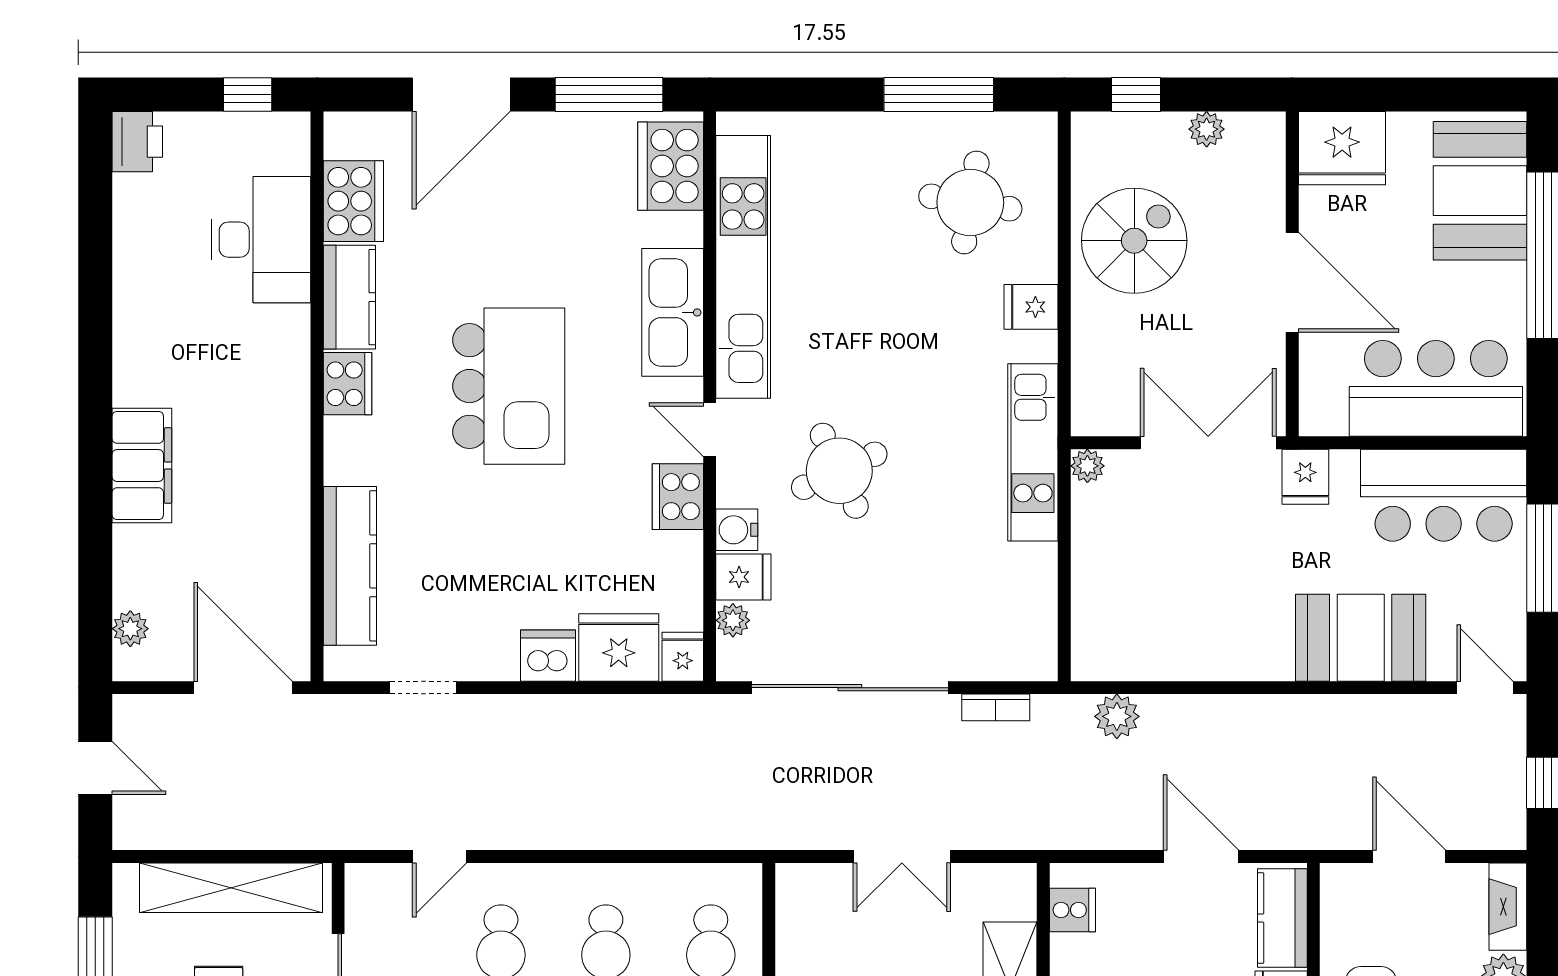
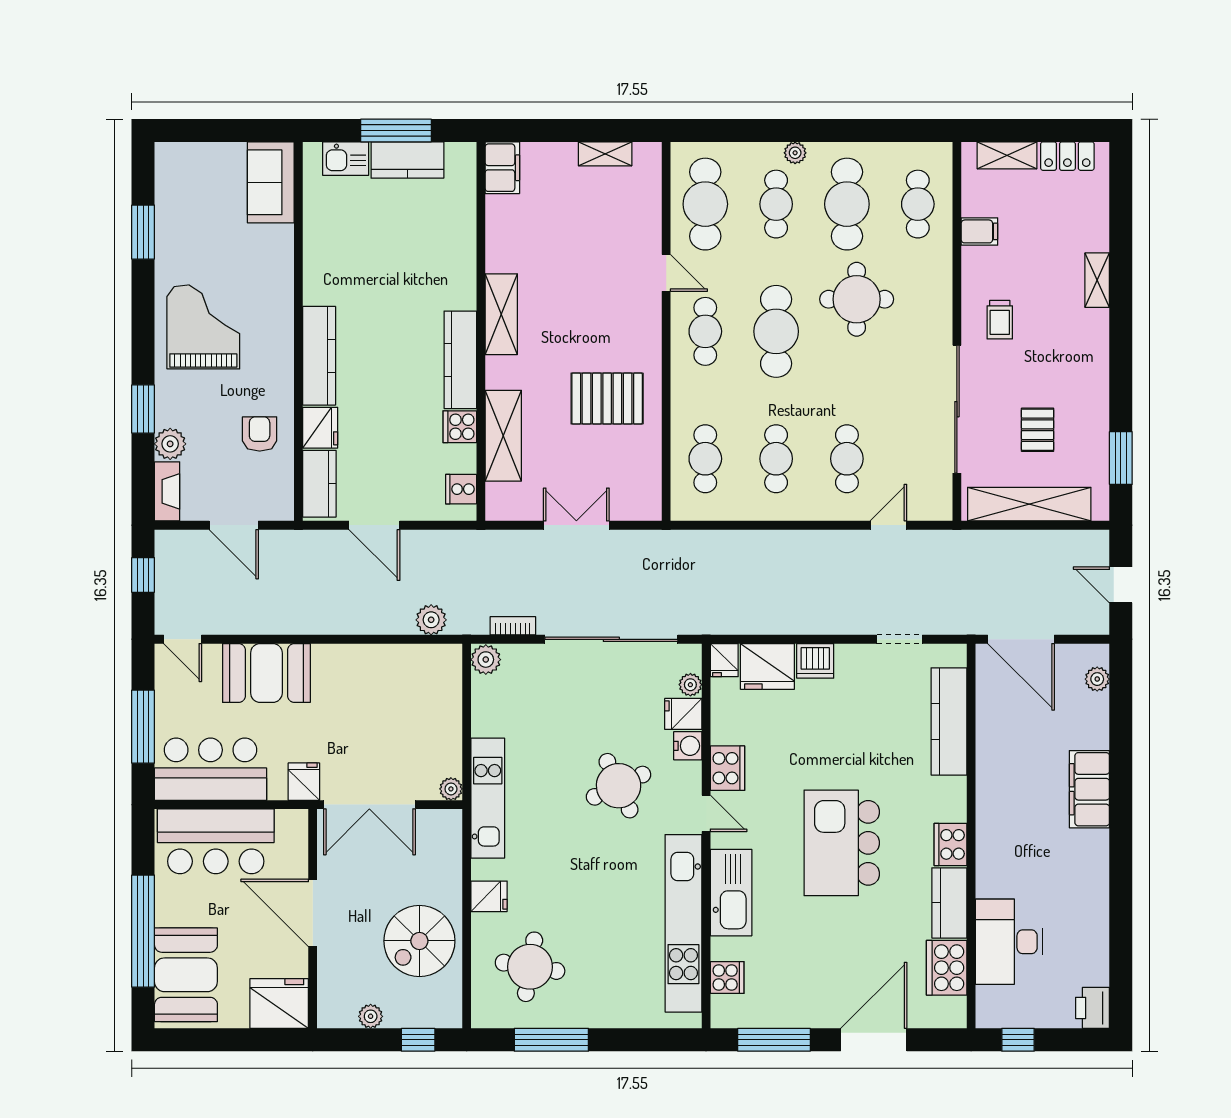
cooker: (671, 166) -> (727, 977), width x0.53, depth x0.76
plant: (1036, 658) -> (486, 660), added

